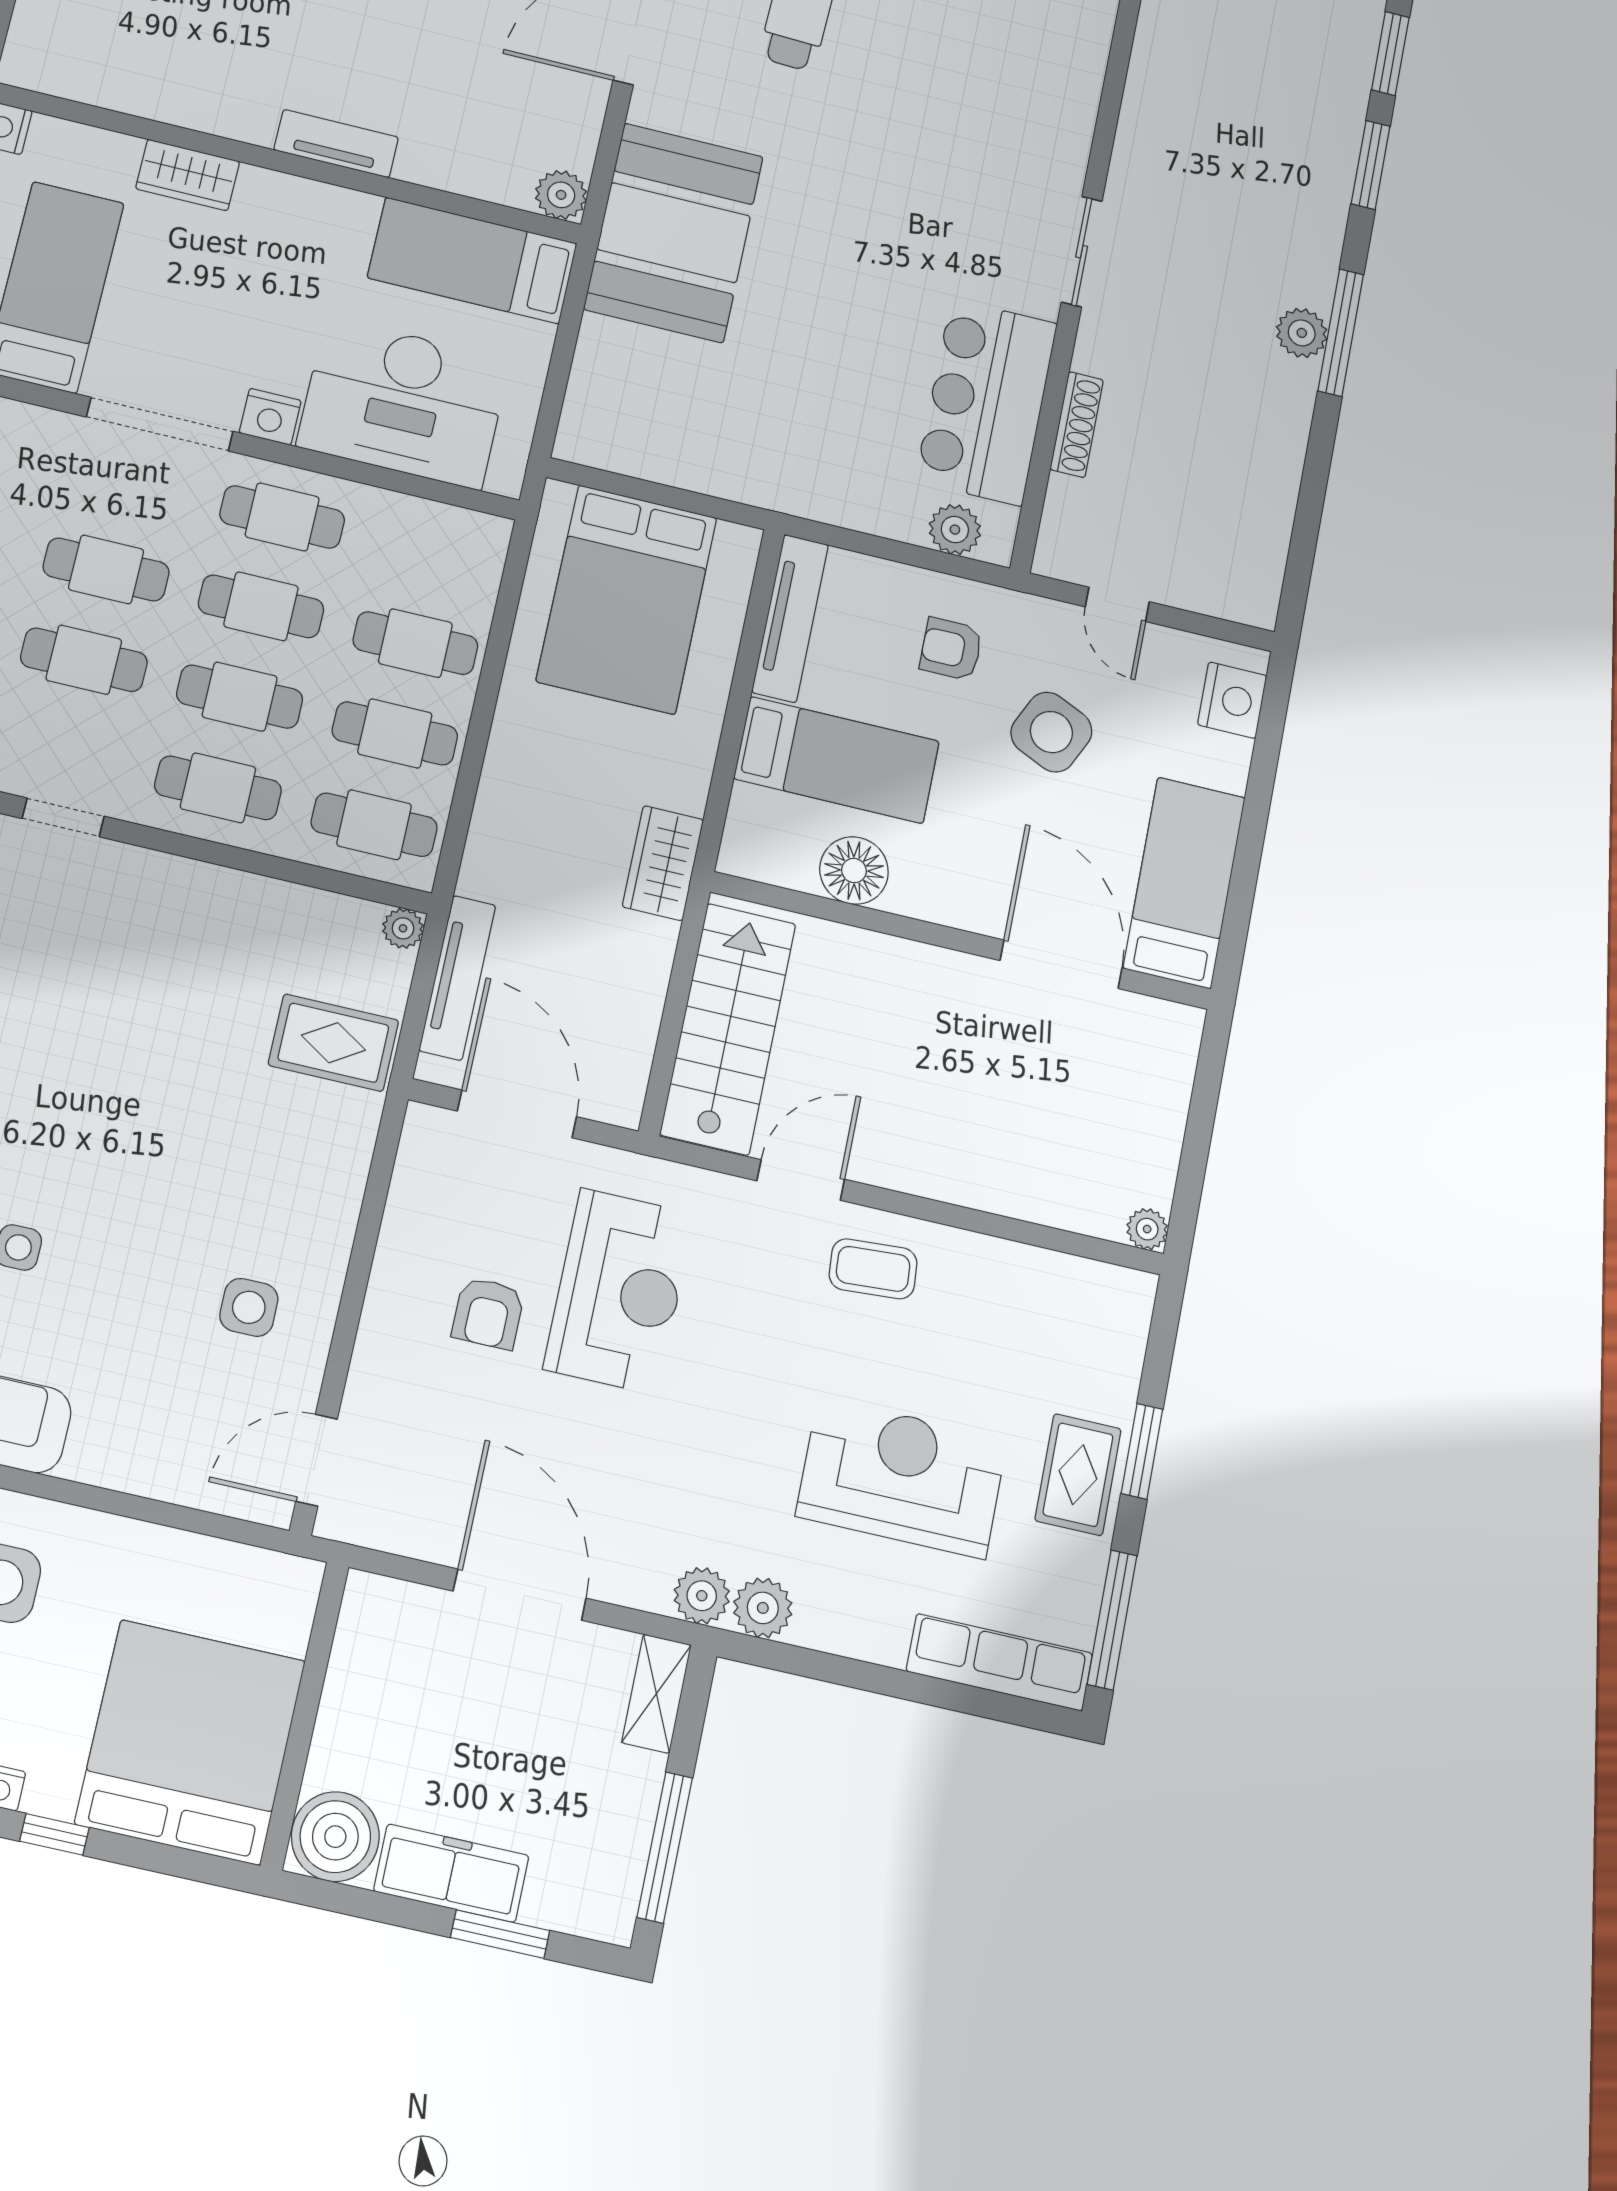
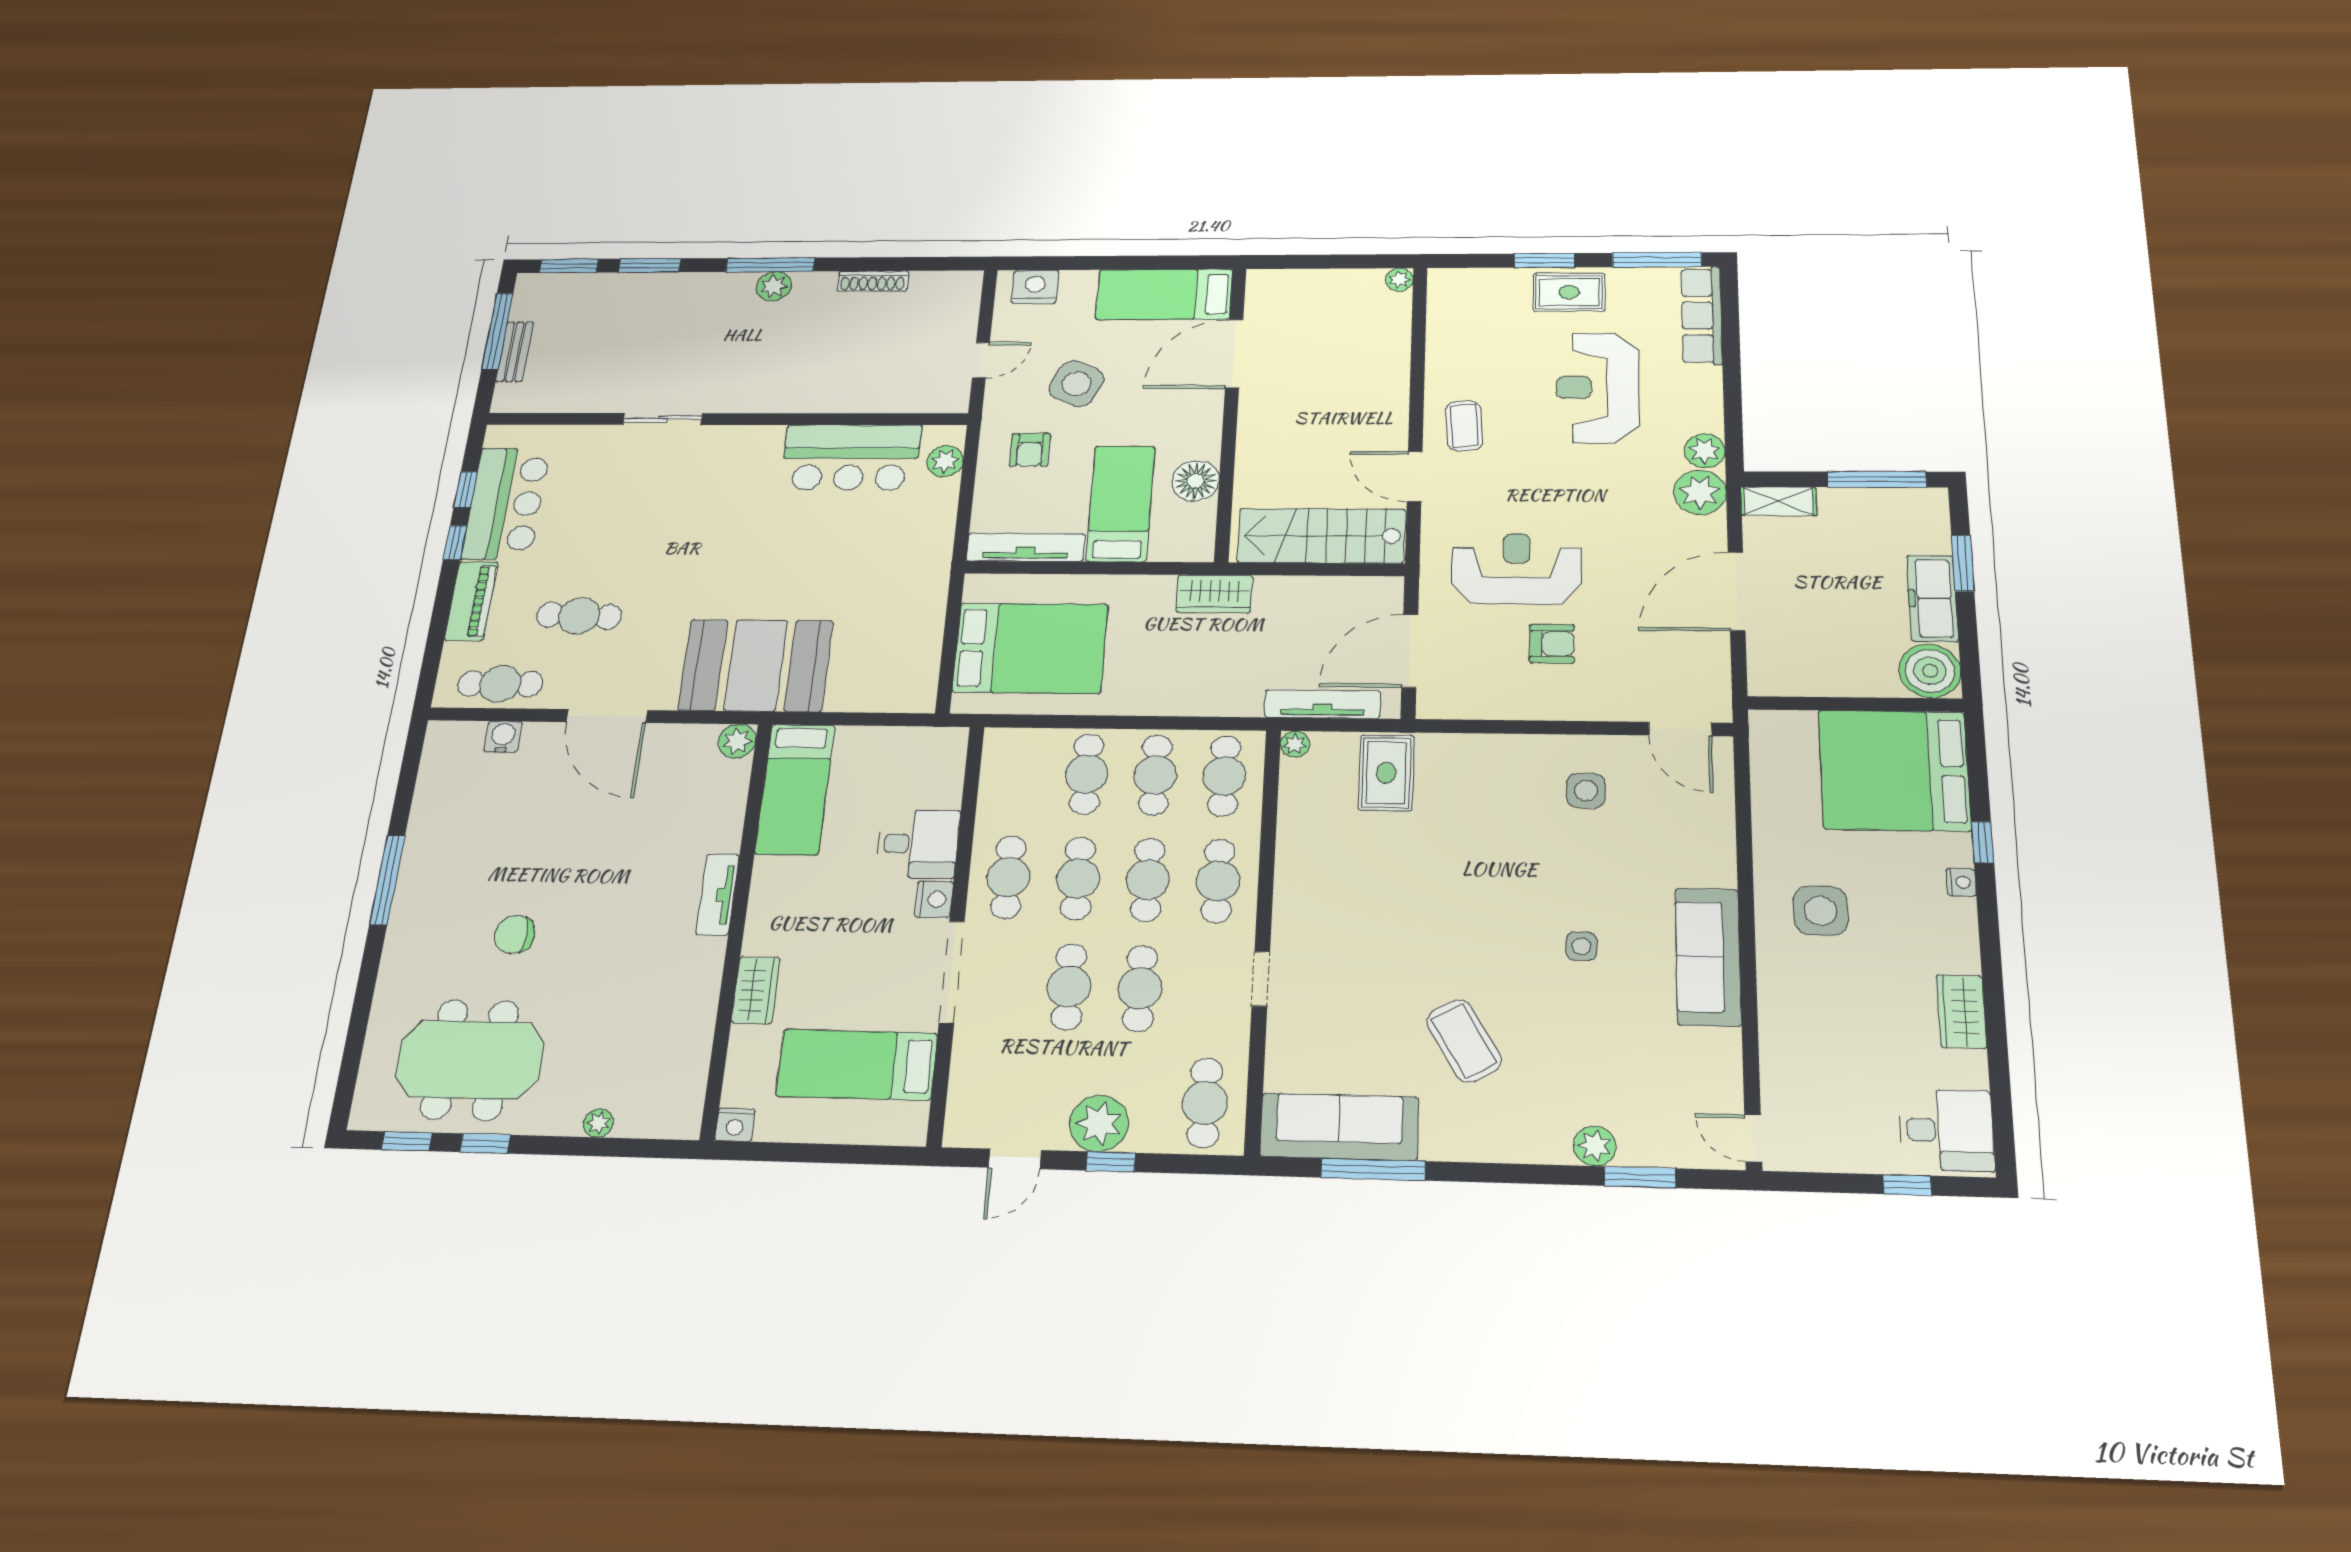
sliding door: (1082, 252) -> (662, 419), moved
desk: (403, 403) -> (918, 844), width x0.53, depth x0.77
shoe rack: (1077, 425) -> (873, 281), moved, turned 180
plant: (702, 1596) -> (1700, 492), width x1.36, depth x1.36

